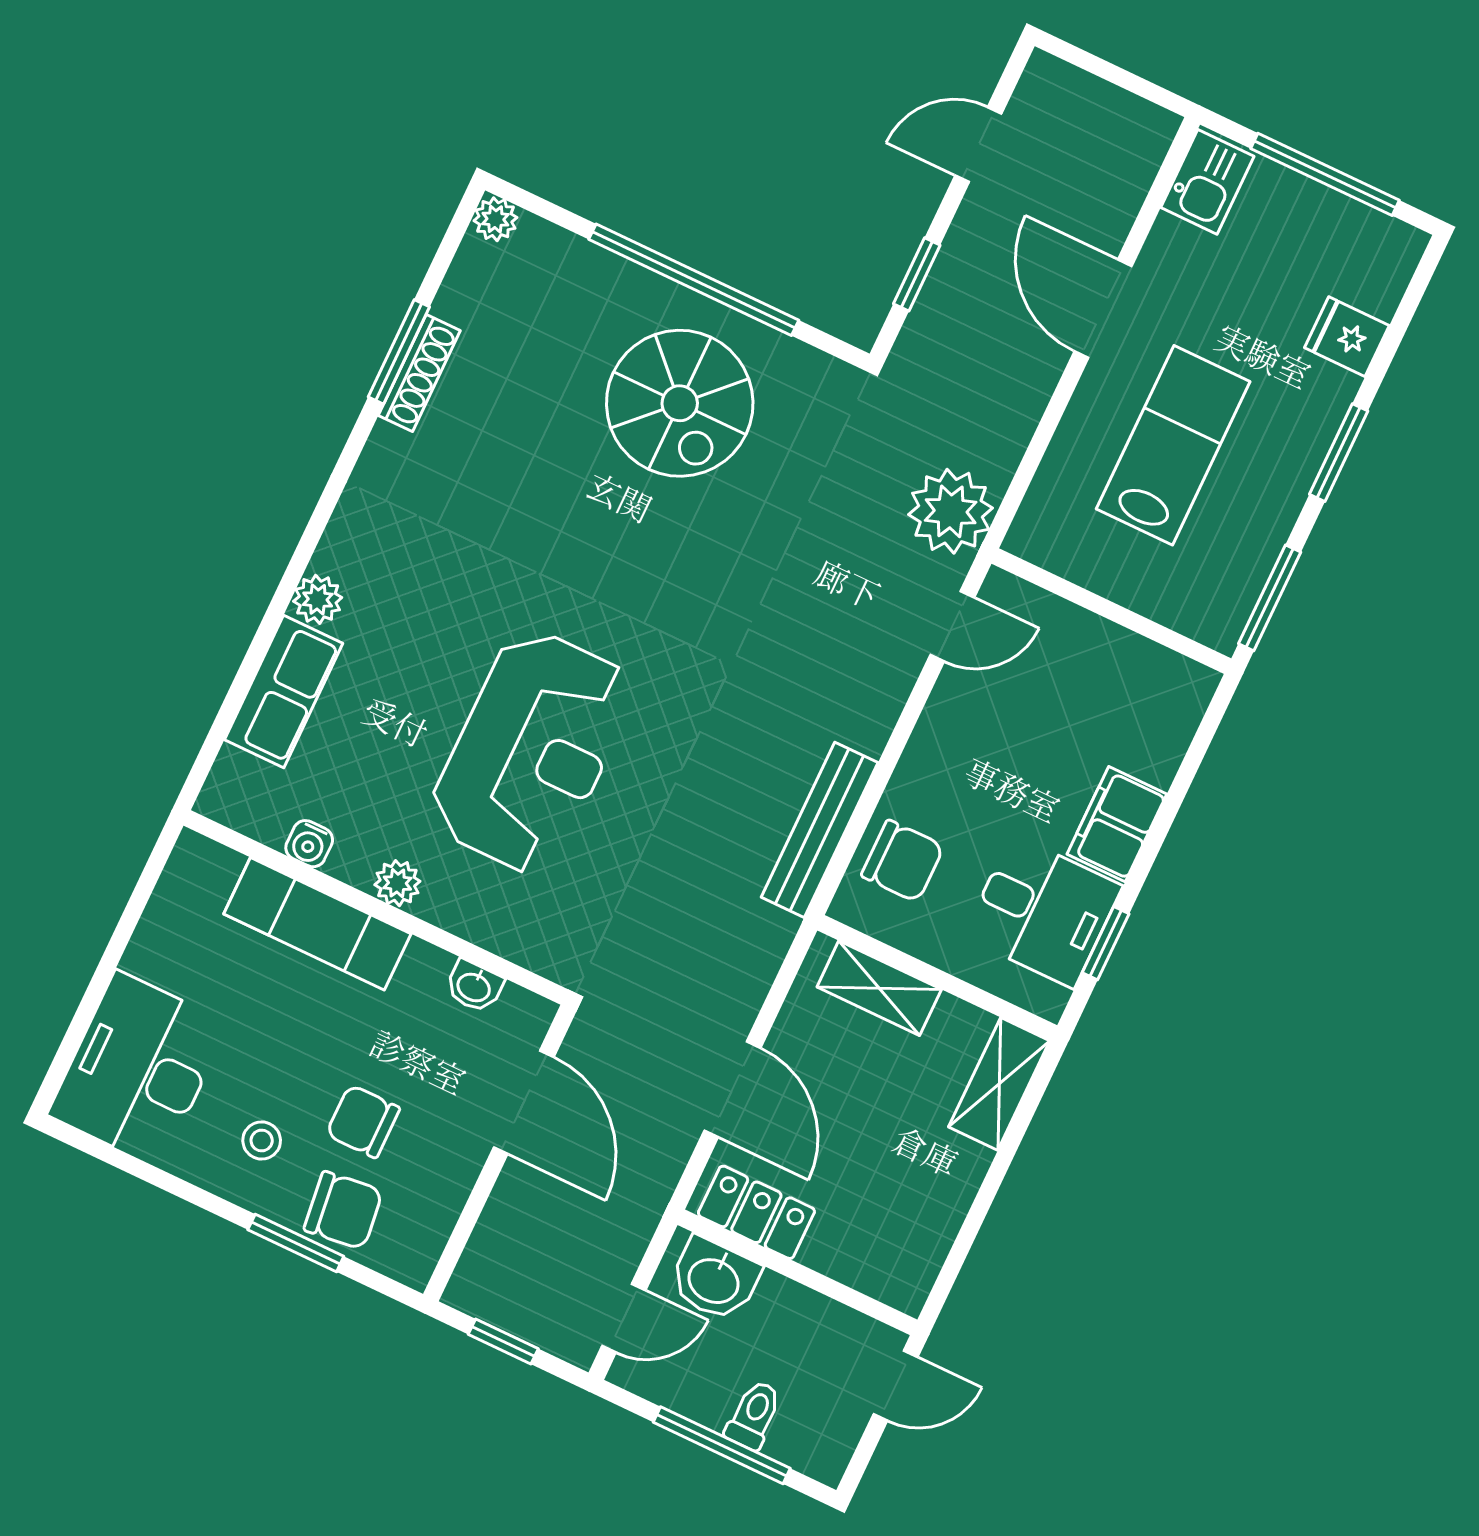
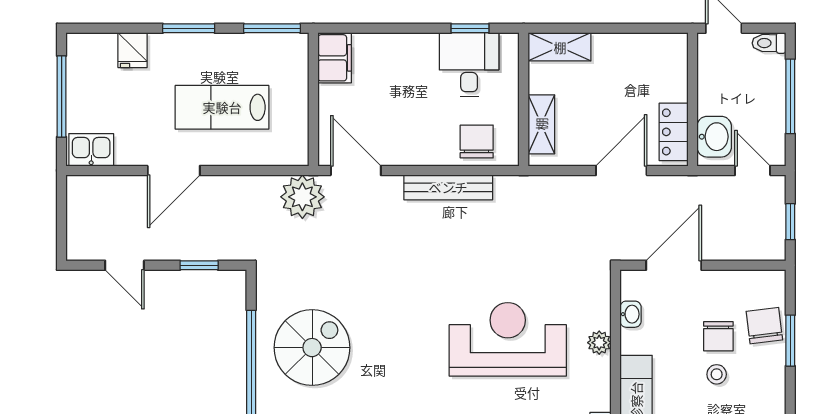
door: (952, 626) -> (356, 170), width x1.38
filing cabinet: (1117, 824) -> (335, 58), moved, turned -90
bench: (820, 830) -> (448, 187), moved
plant: (397, 883) -> (599, 343), moved
stool: (262, 1141) -> (717, 374), moved
toilet: (754, 1415) -> (769, 43), moved

